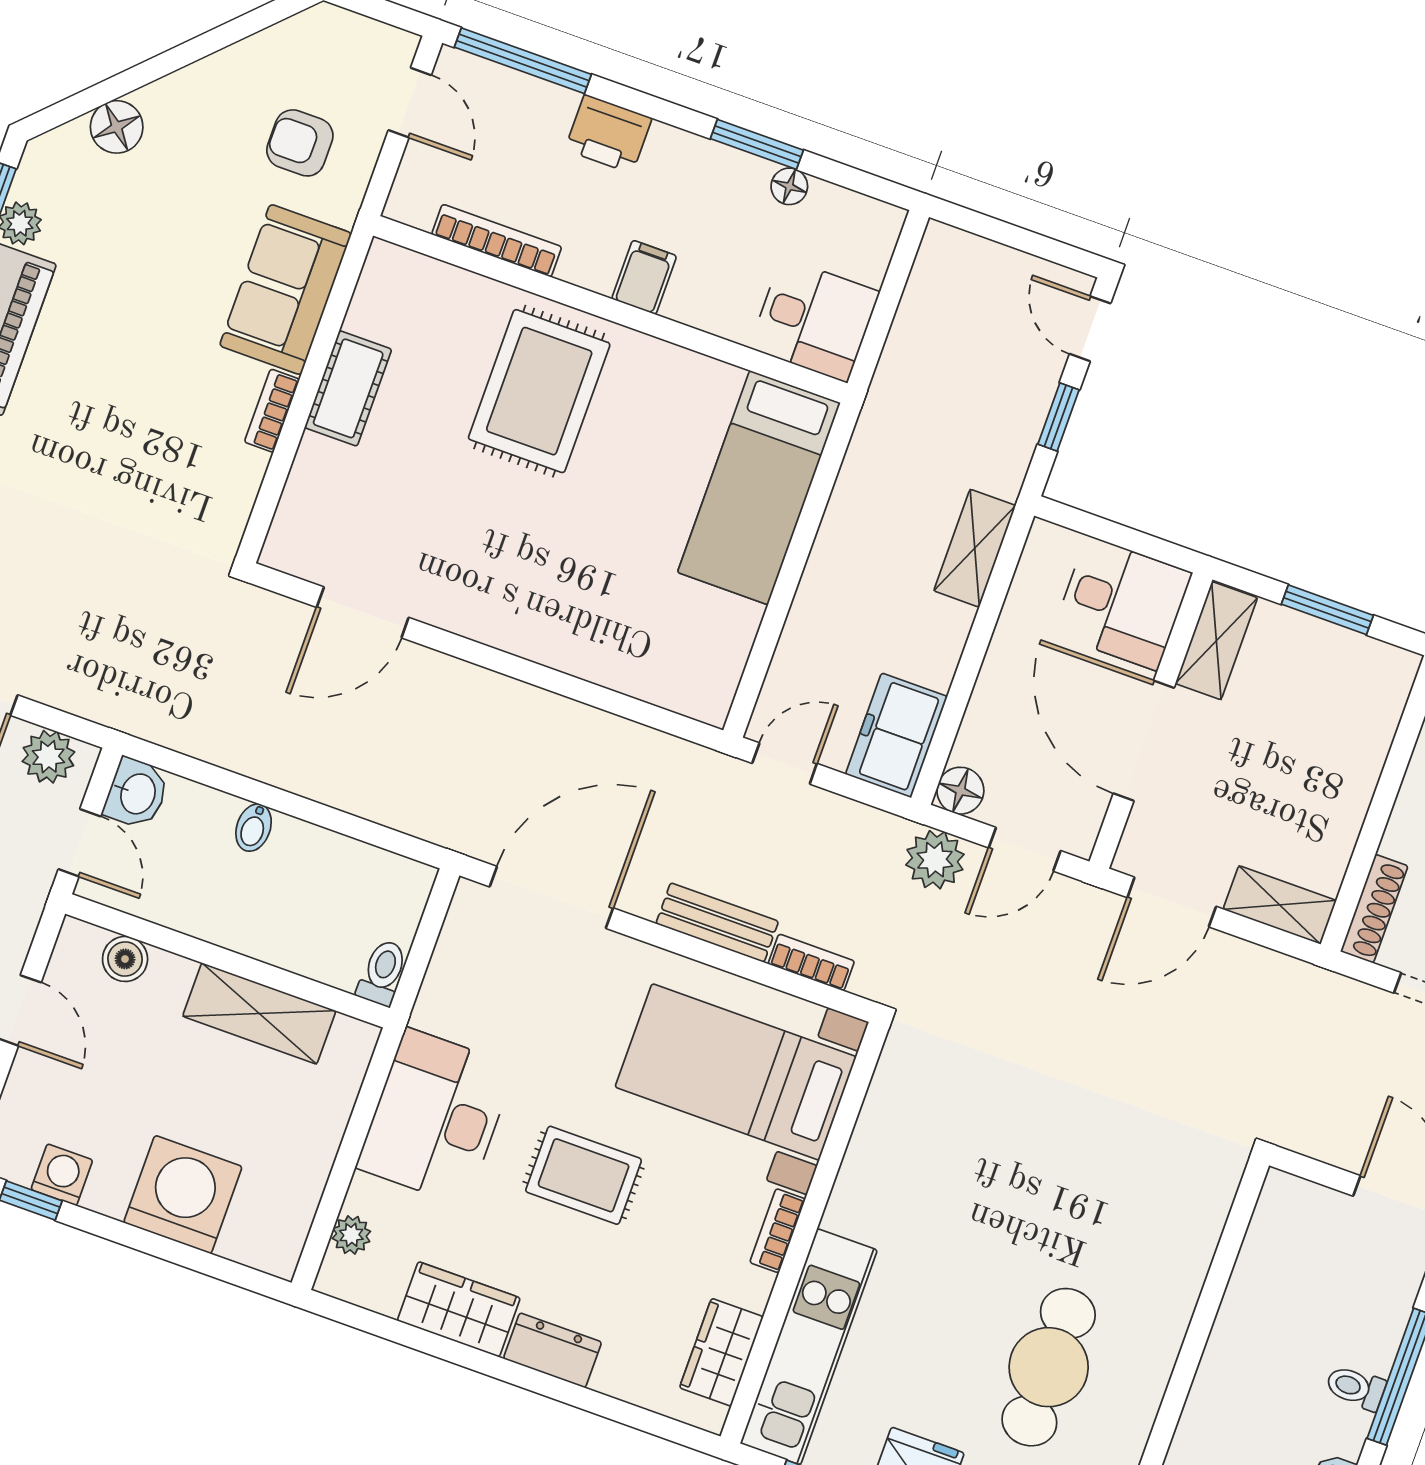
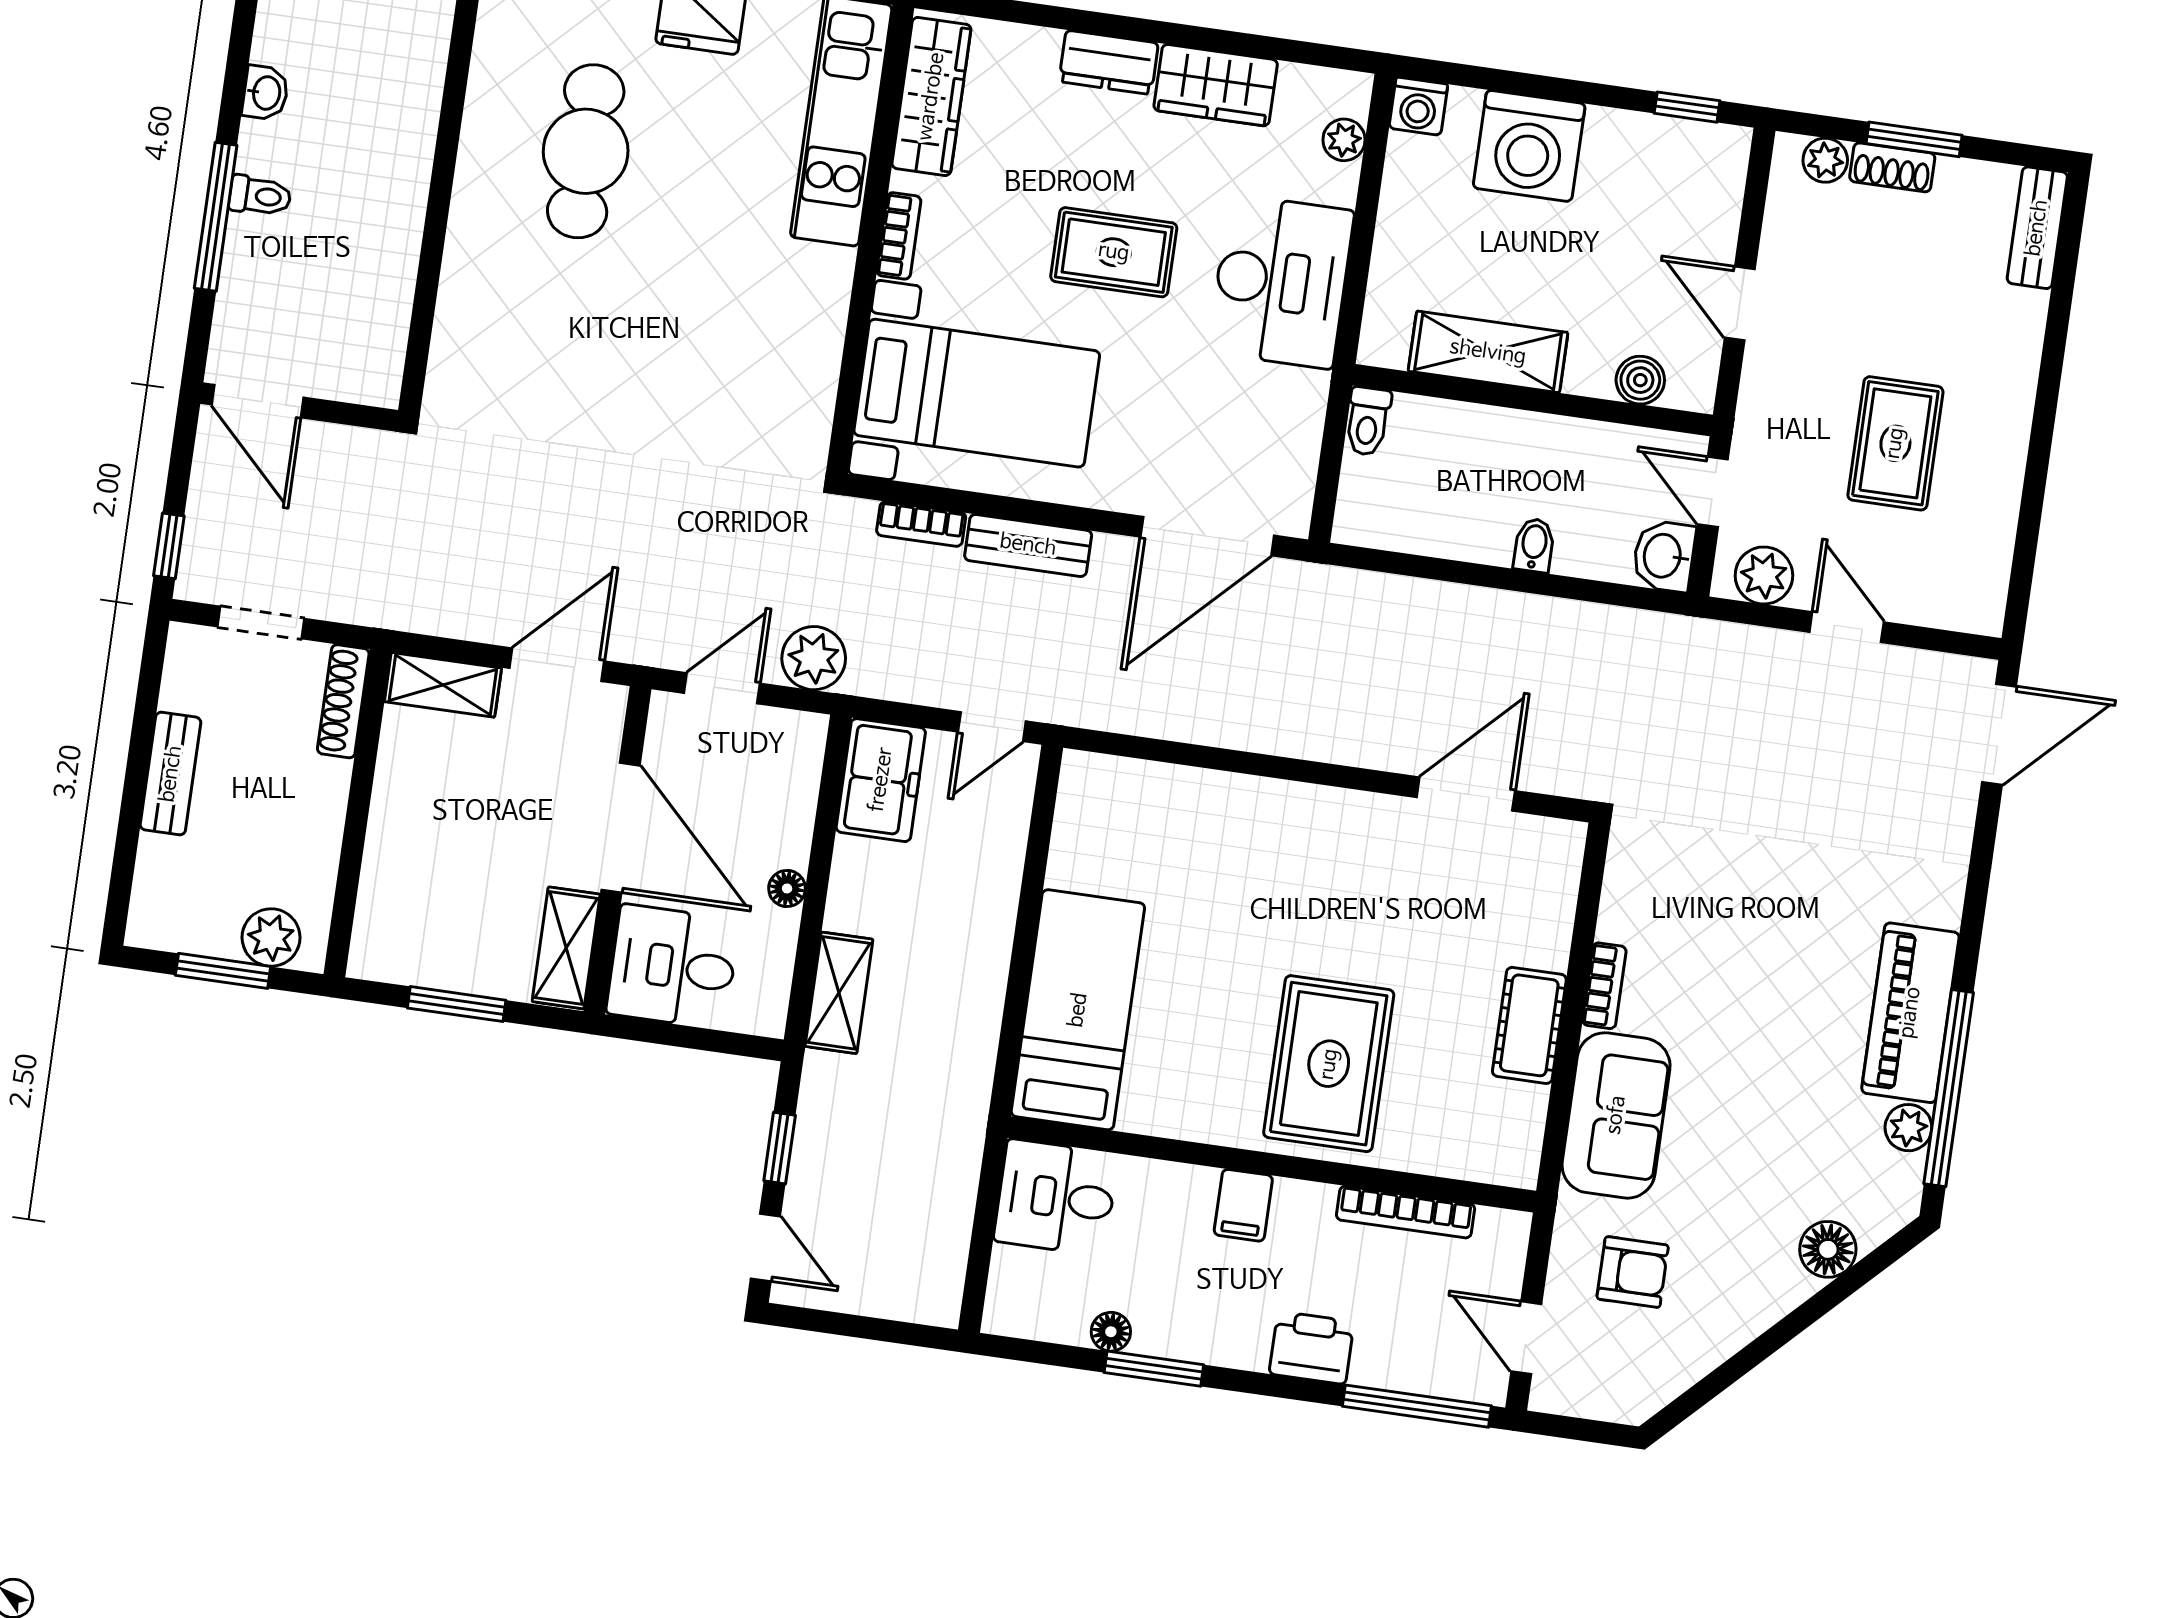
floor lamp: (960, 791) -> (787, 888), moved, width x0.73, depth x0.73
washing machine: (62, 1175) -> (1418, 106), moved
wardrobe: (721, 1352) -> (931, 97), width x1.50

